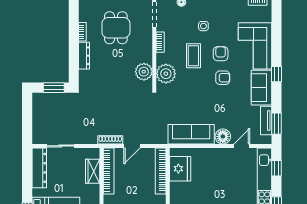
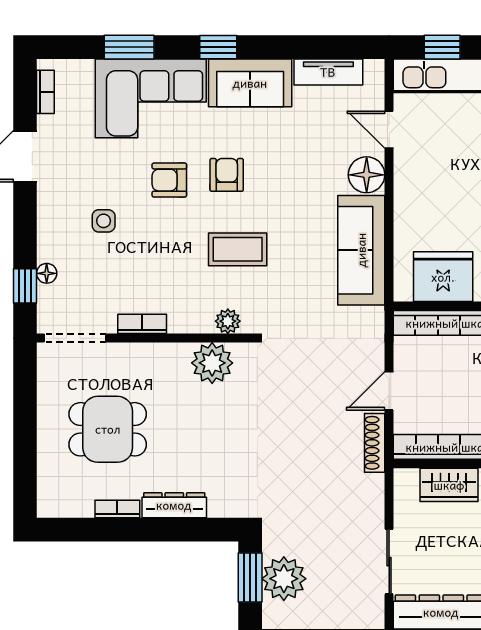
coffee table: (193, 56) -> (238, 249), moved
plant: (166, 74) -> (228, 321), width x0.53, depth x0.53
plant: (53, 102) -> (284, 579), added
window: (276, 124) -> (129, 47), moved
door: (132, 146) -> (389, 391), swing flipped

